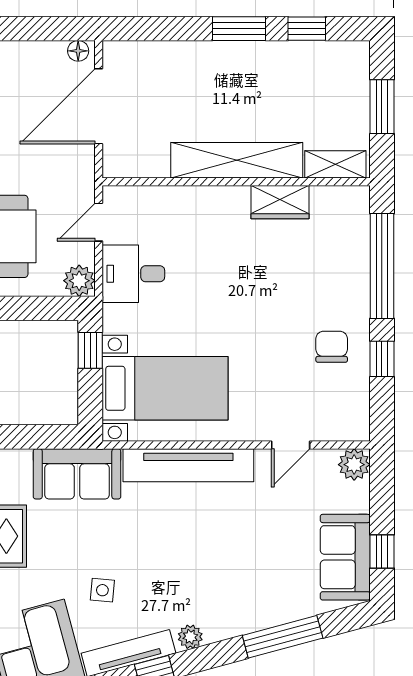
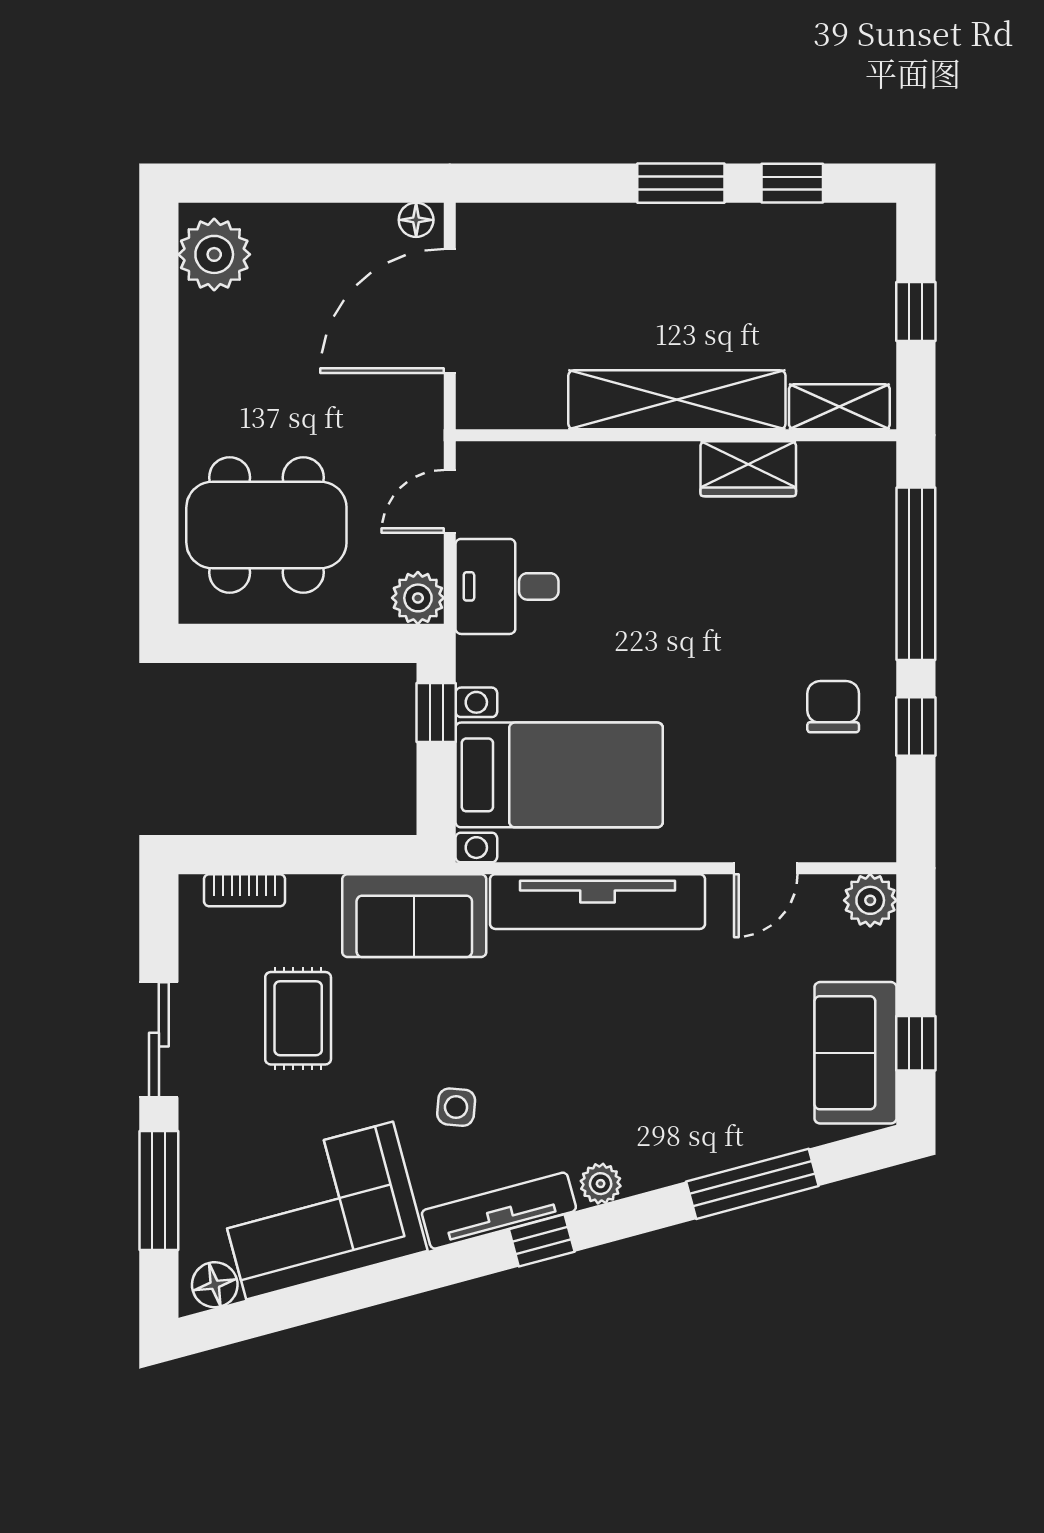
window: (382, 107) -> (916, 311), width x0.67

